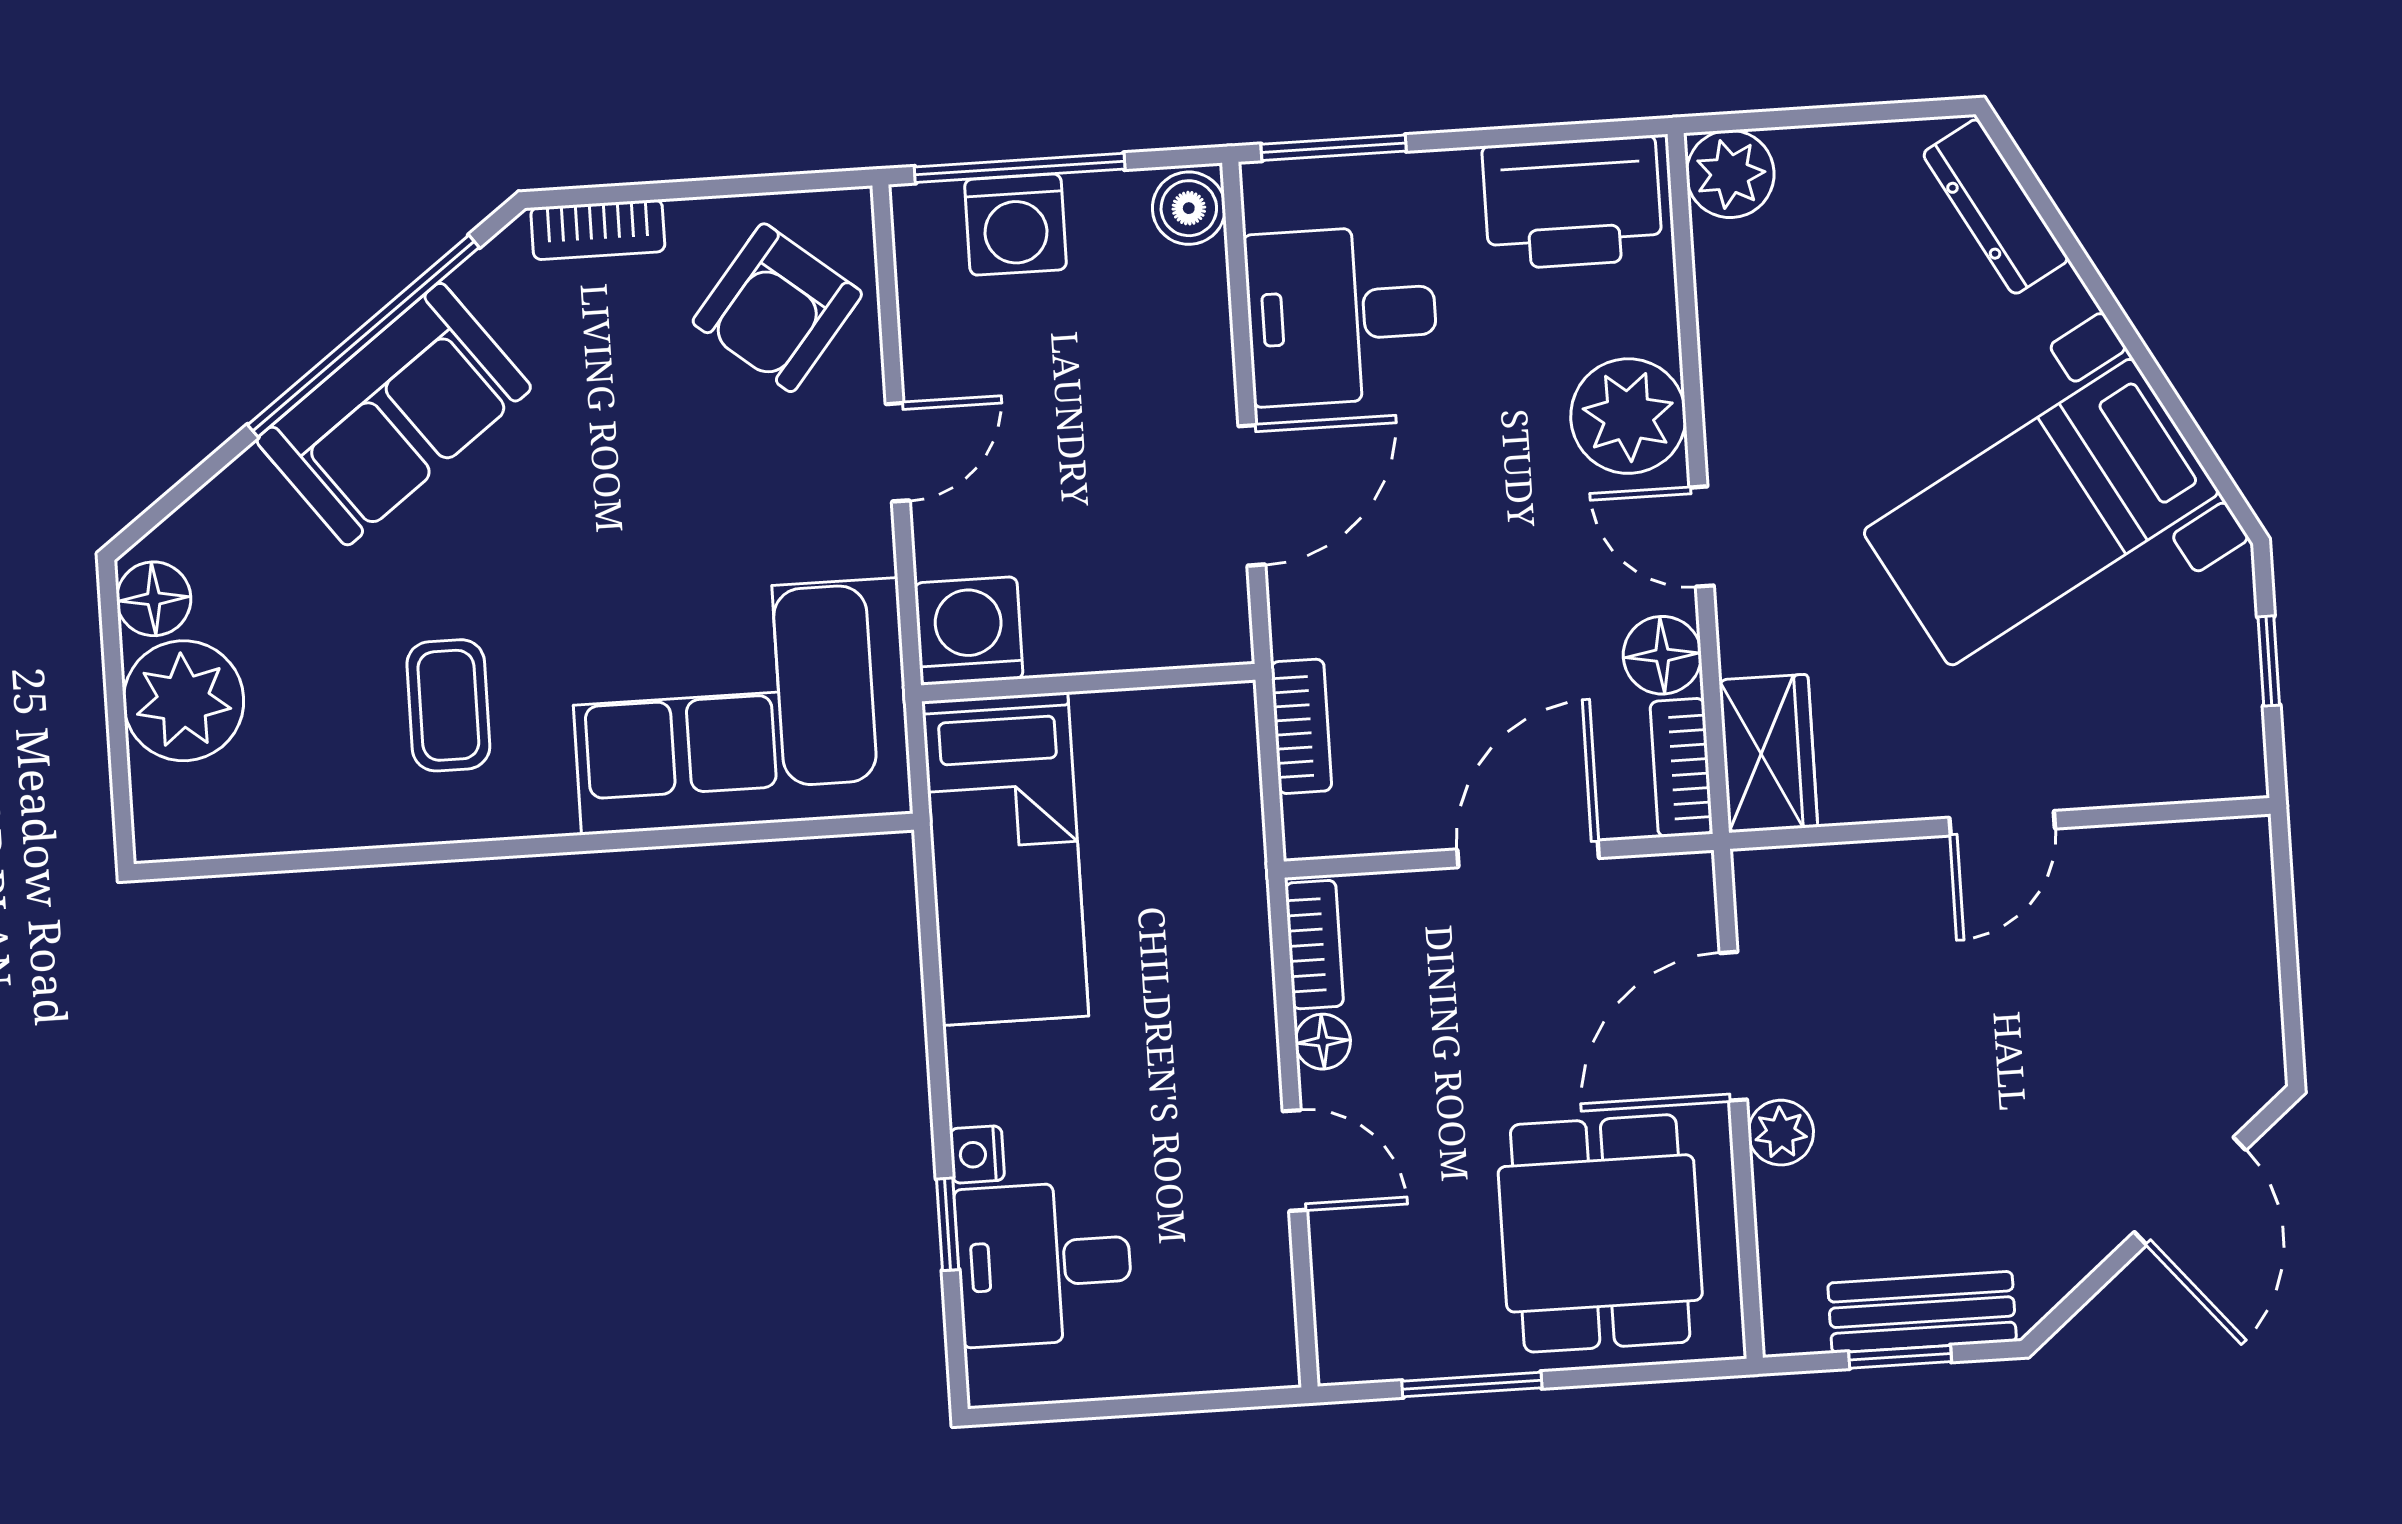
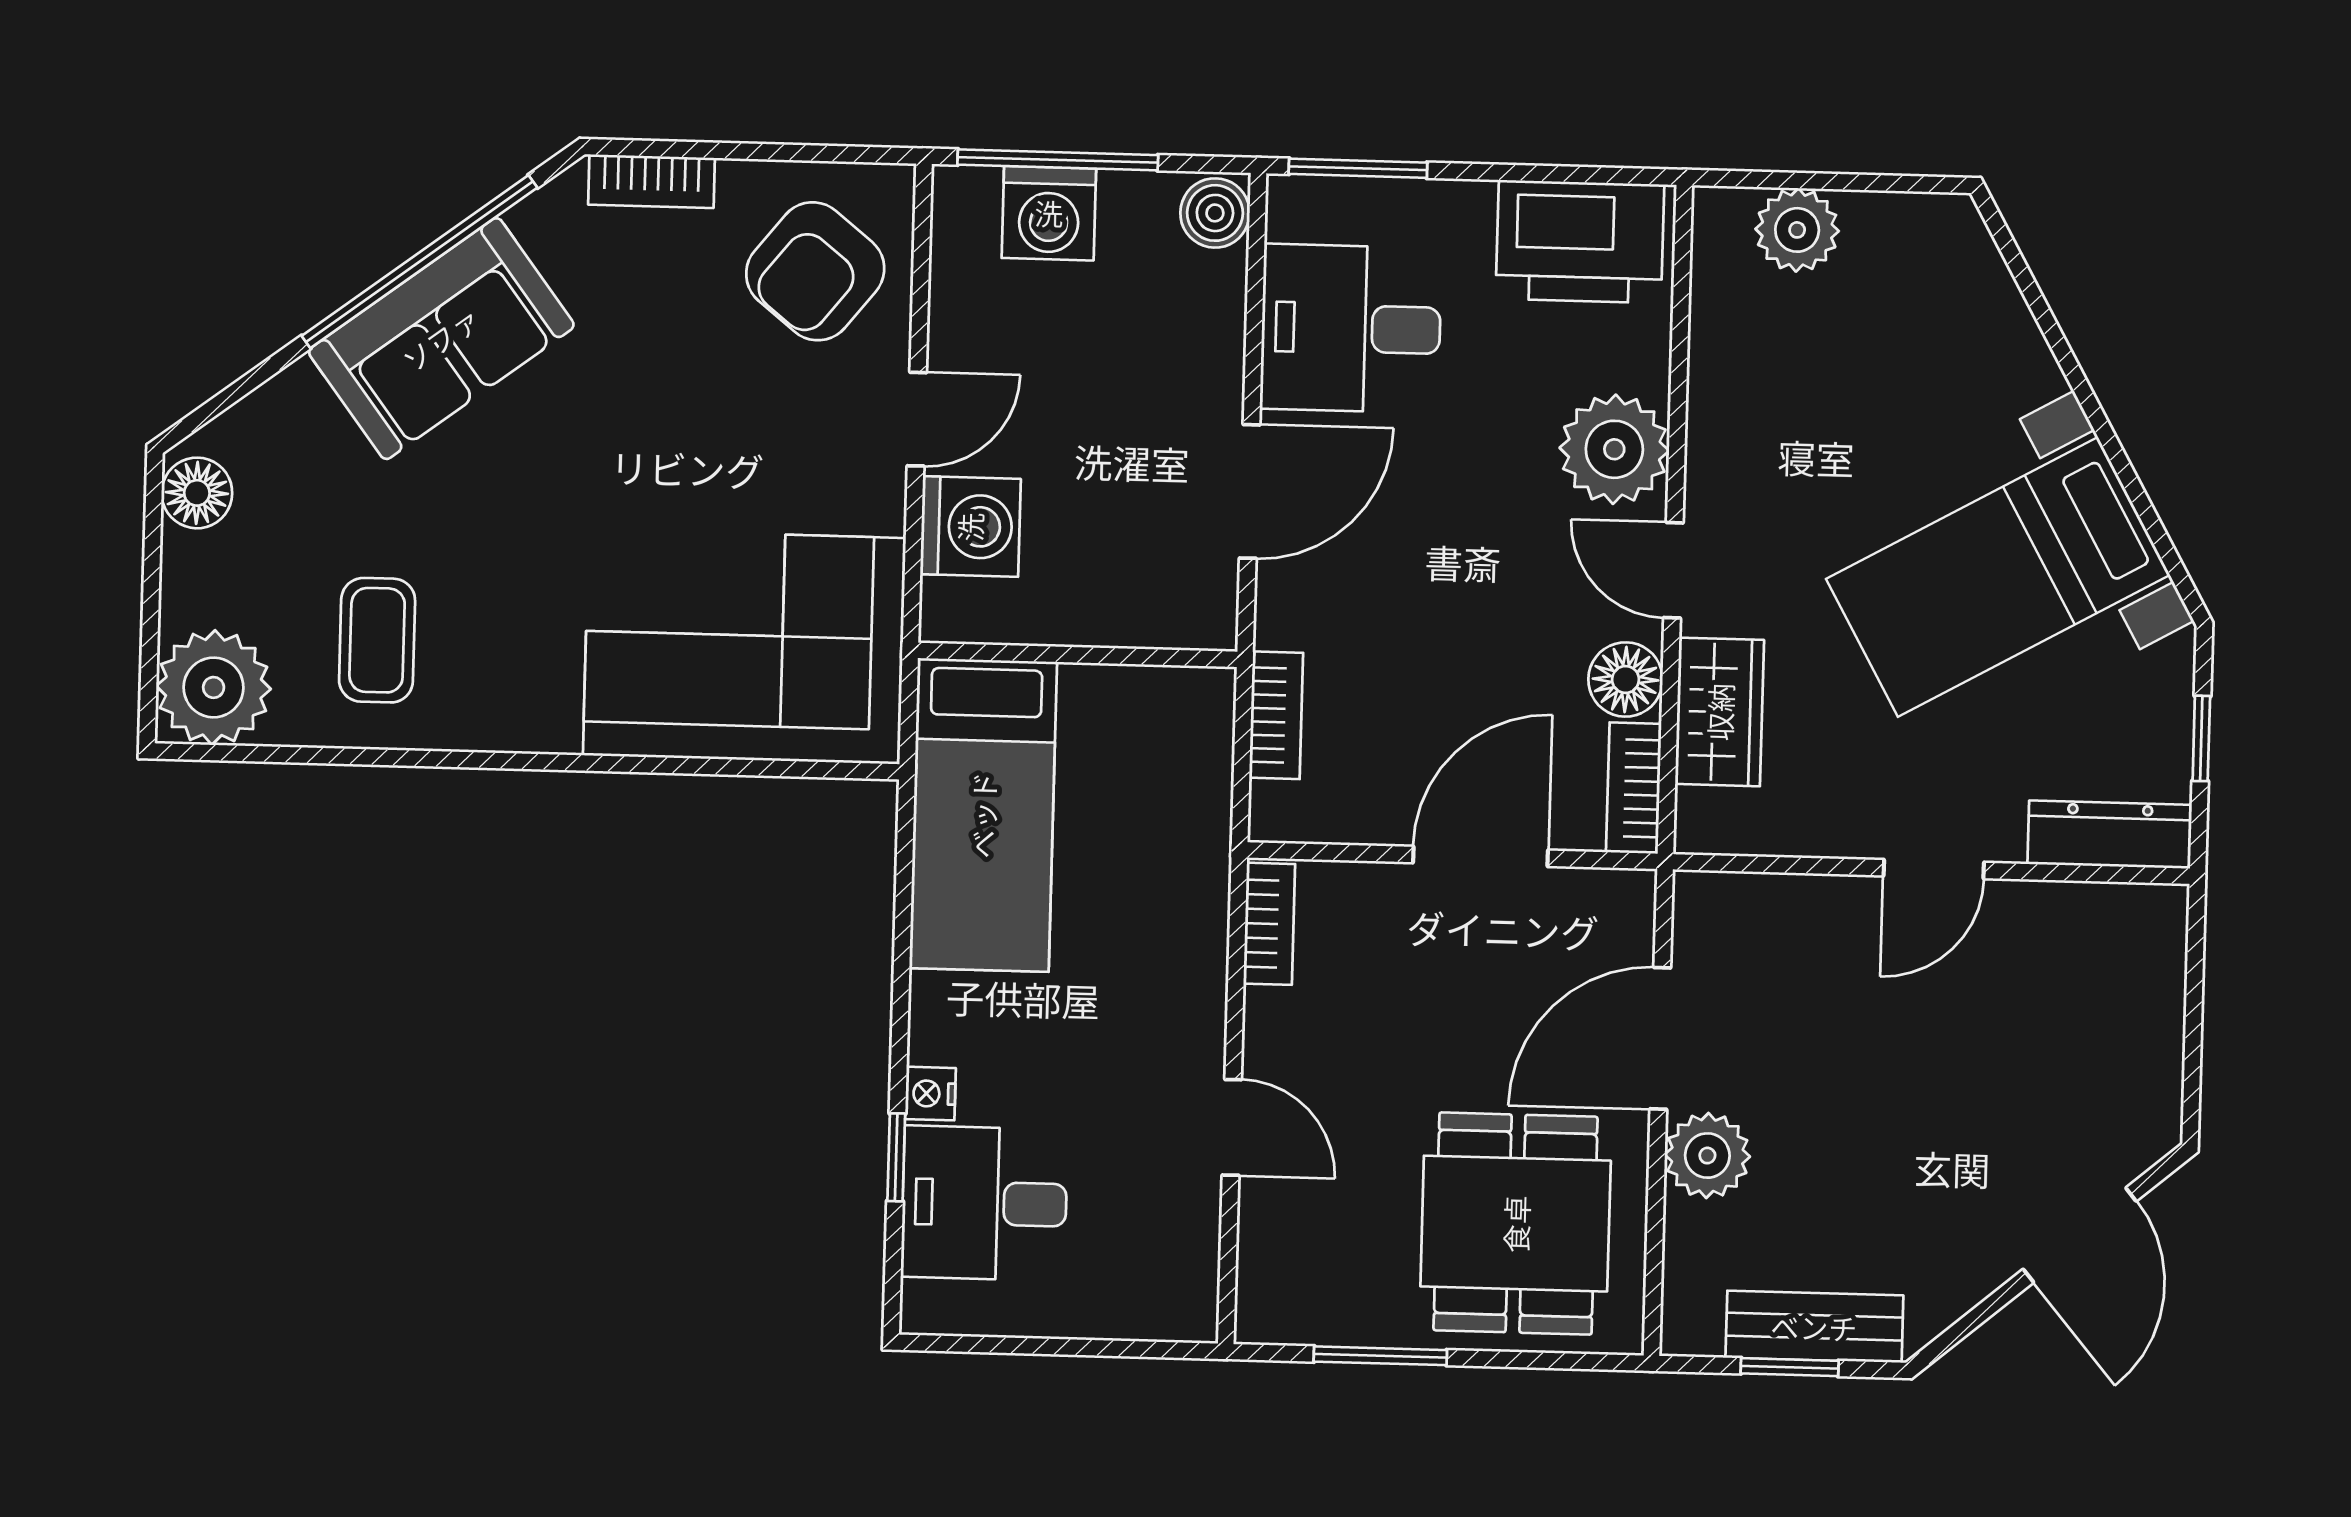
plant: (1730, 174) -> (1797, 230), moved
dresser: (1996, 207) -> (2110, 835), moved, turned 119
washing machine: (969, 631) -> (970, 527), moved, turned 90
plant: (183, 701) -> (214, 687), moved
coffee table: (448, 705) -> (377, 640), moved
wardrobe: (1768, 753) -> (1720, 712), moved
floor lamp: (1323, 1042) -> (1269, 1017), removed
plant: (1781, 1133) -> (1707, 1156), width x1.38, depth x1.38

